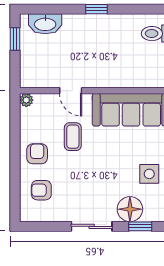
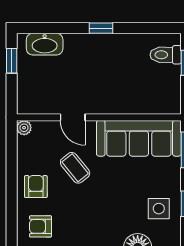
coffee table: (73, 137) -> (75, 168), turned -39

